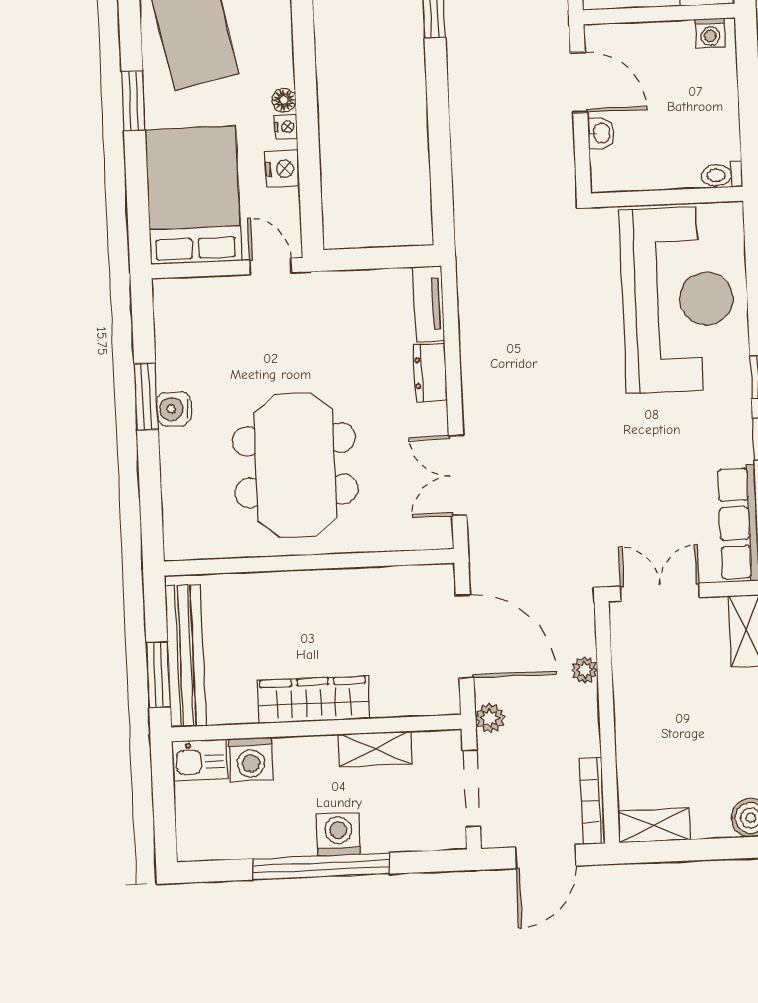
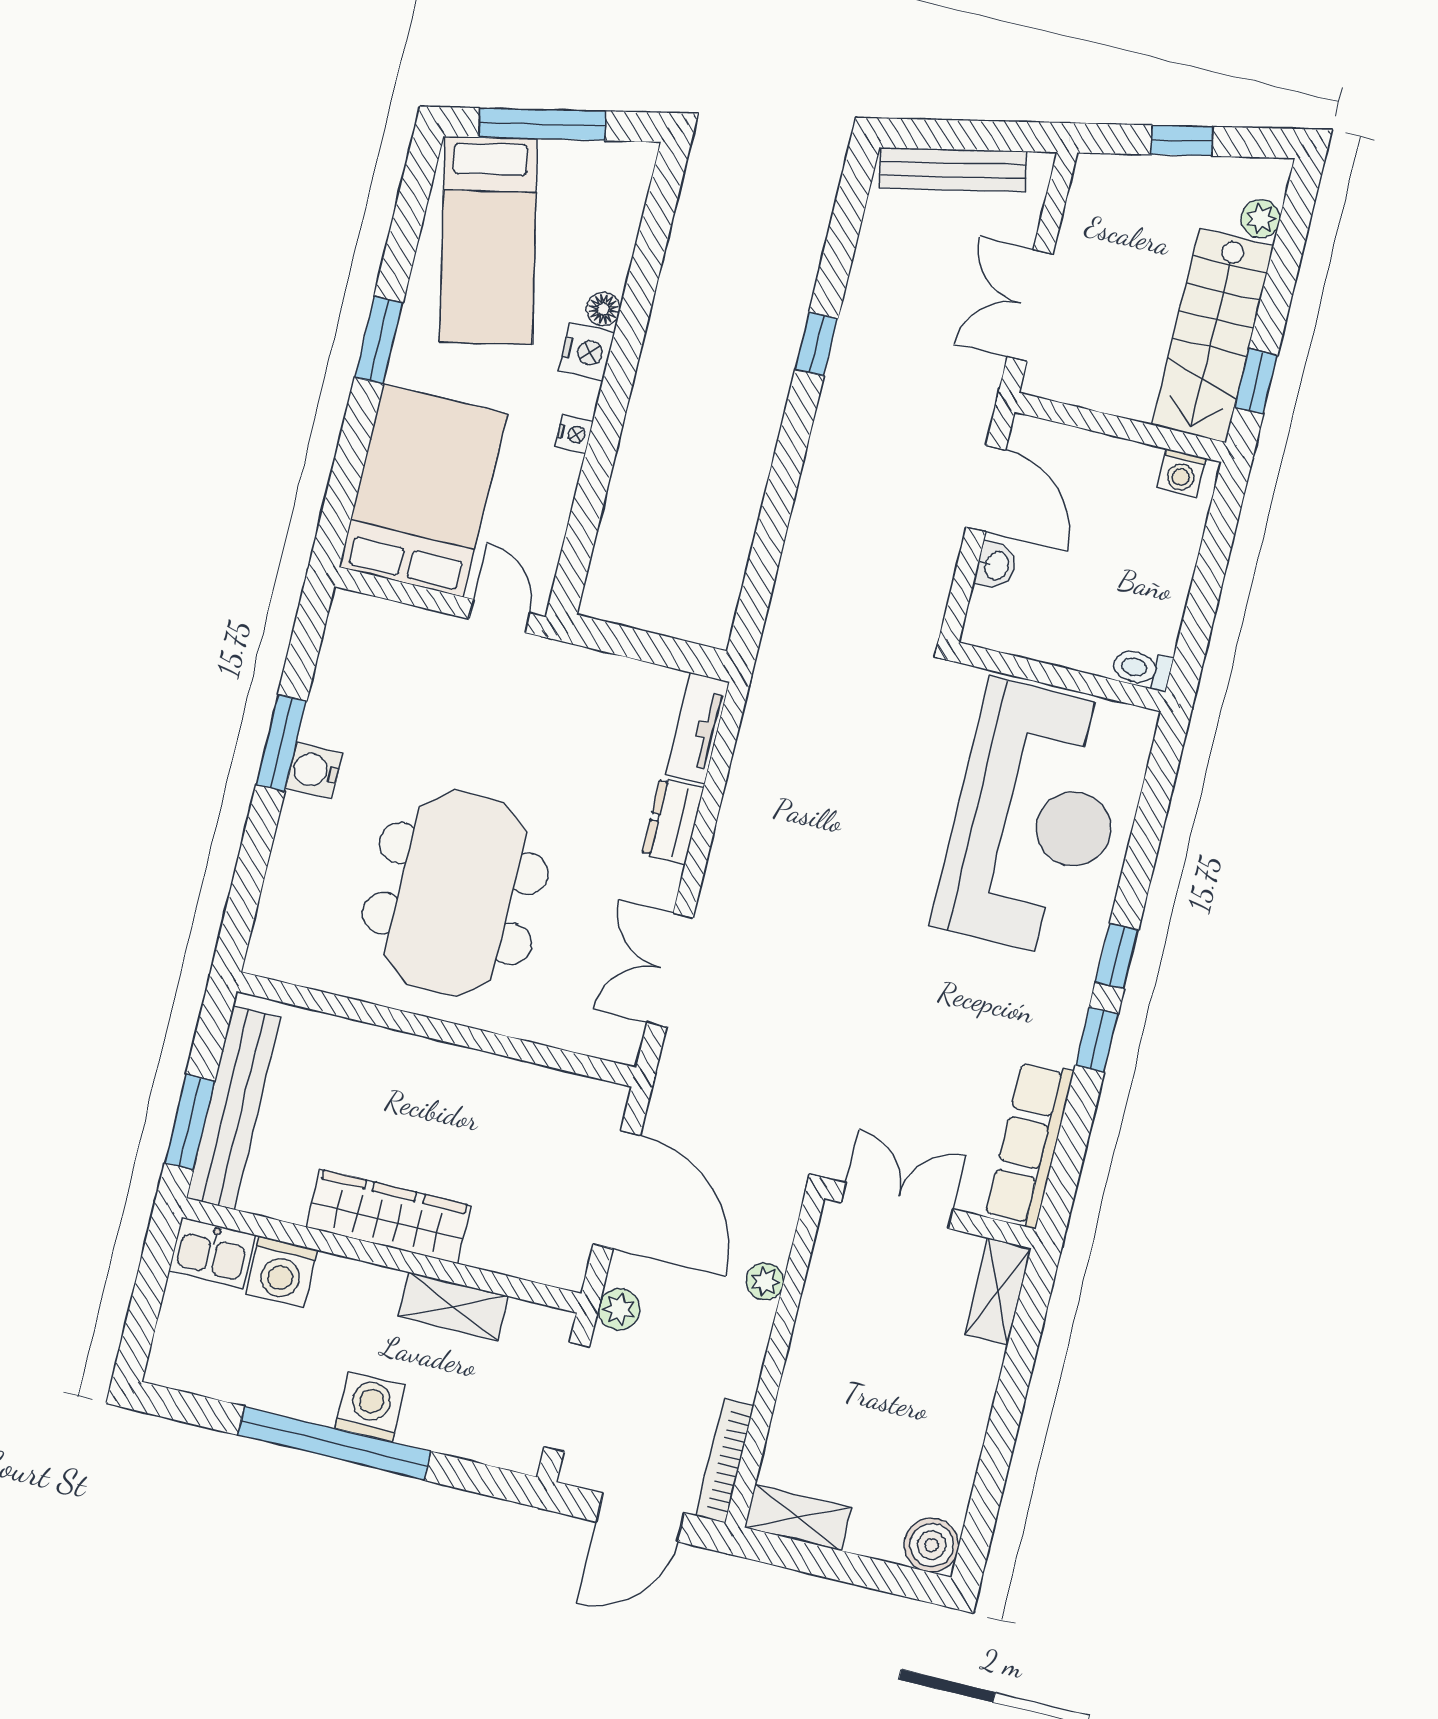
floor lamp: (284, 100) -> (603, 309), moved
nightstand: (282, 169) -> (586, 352), moved

